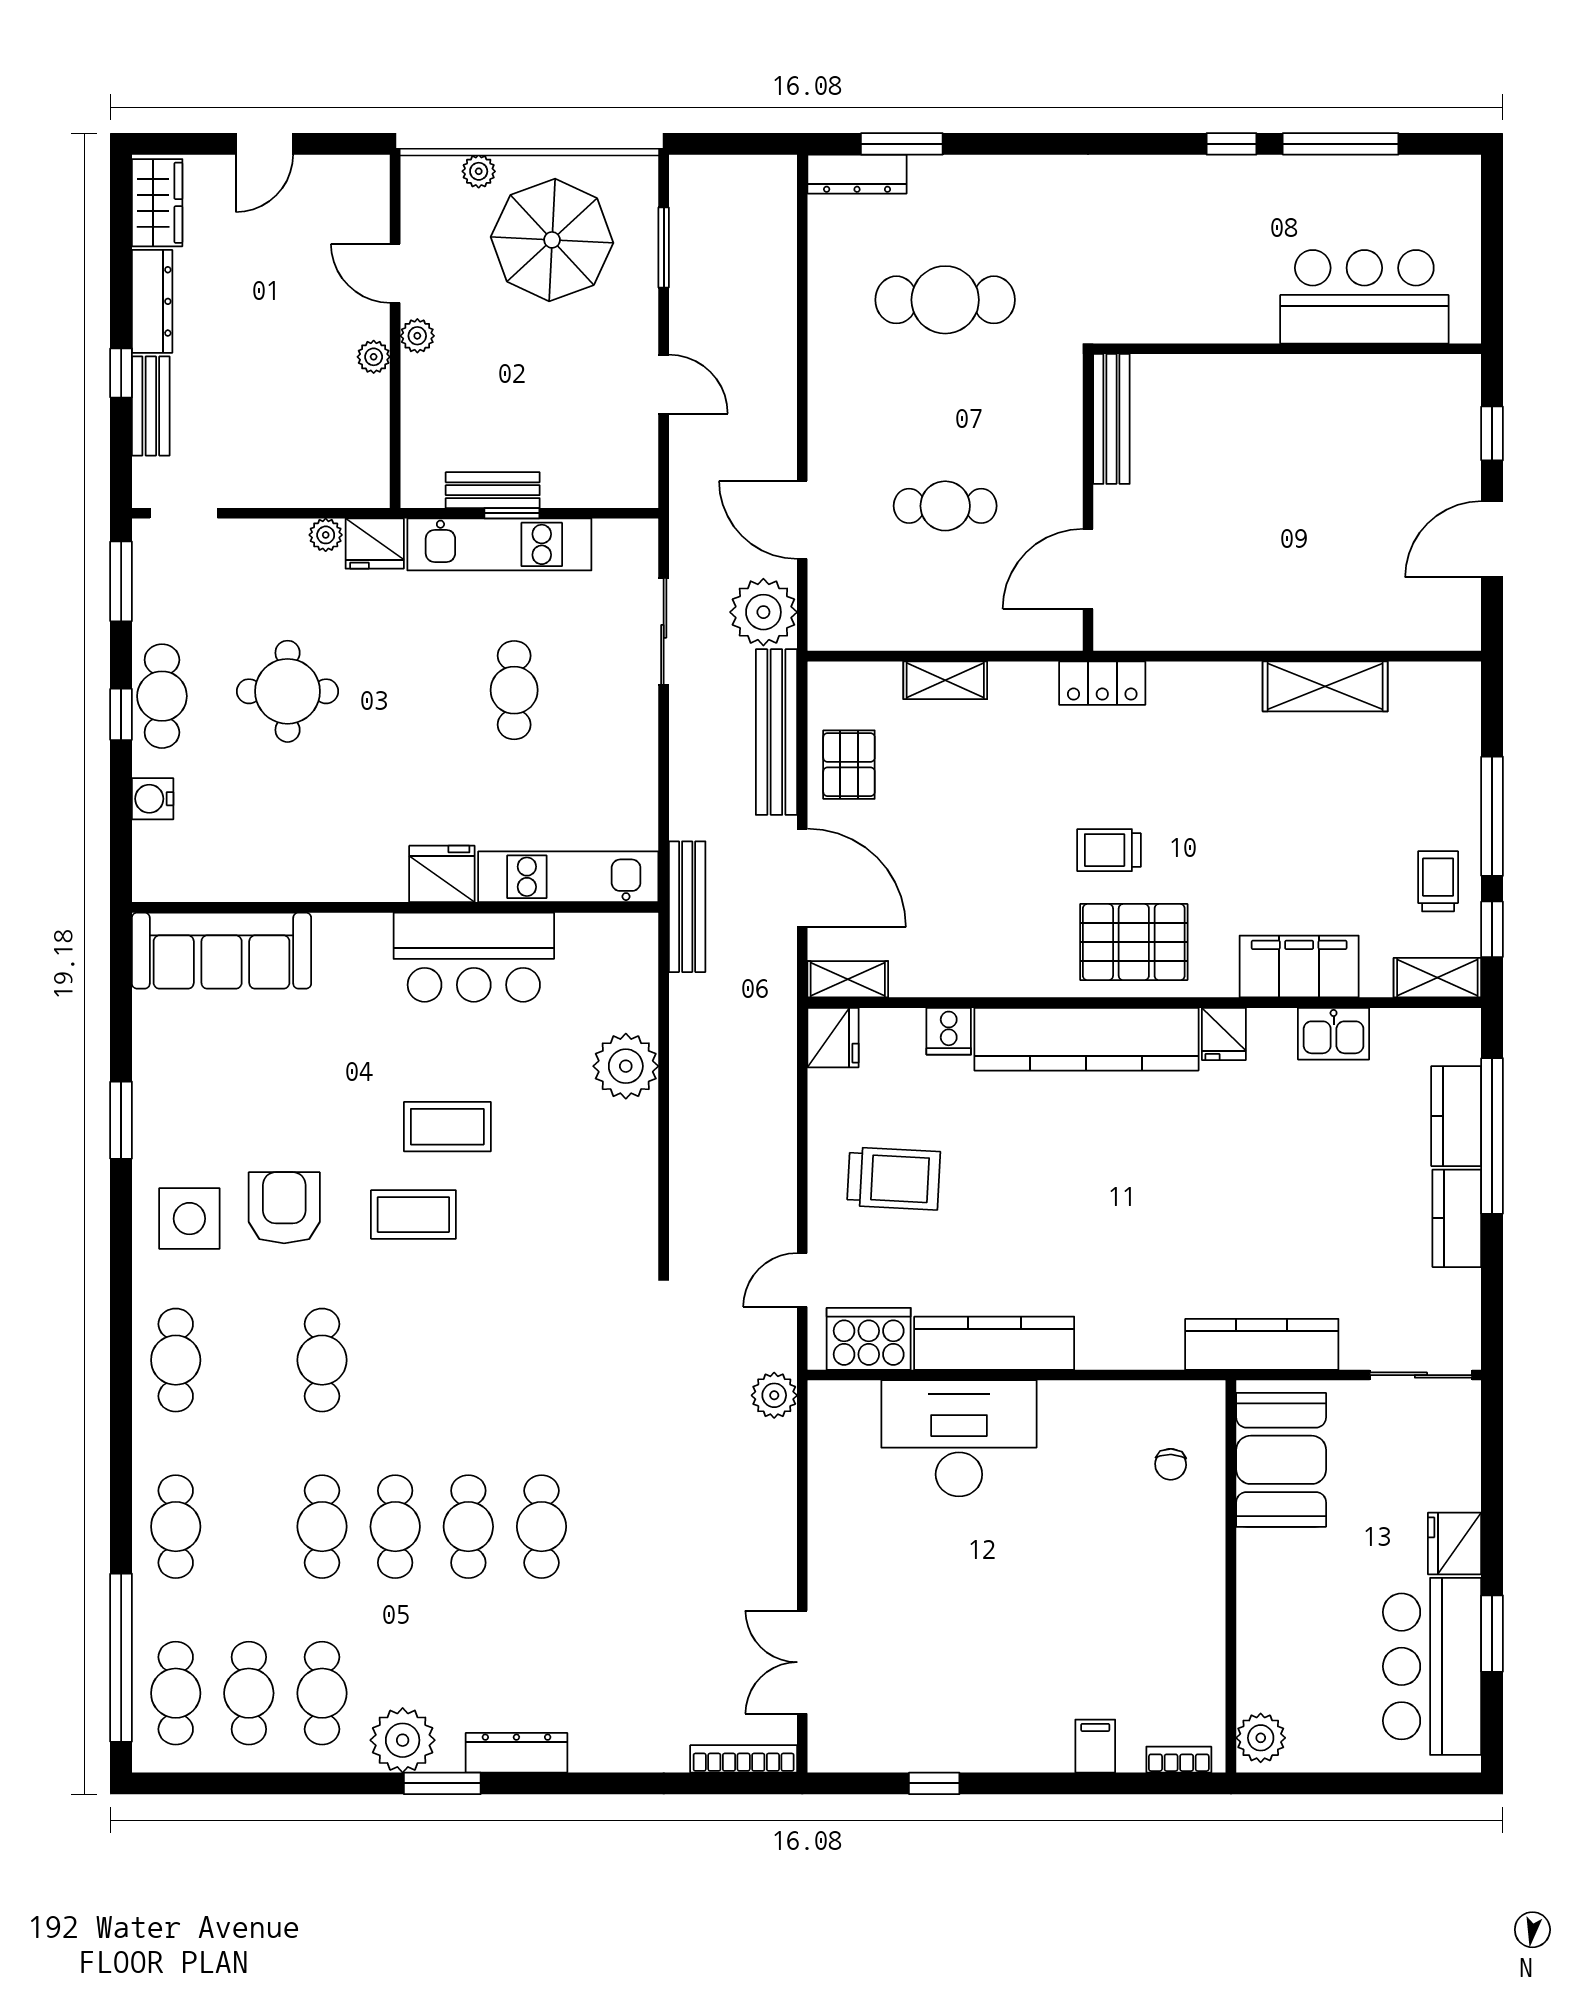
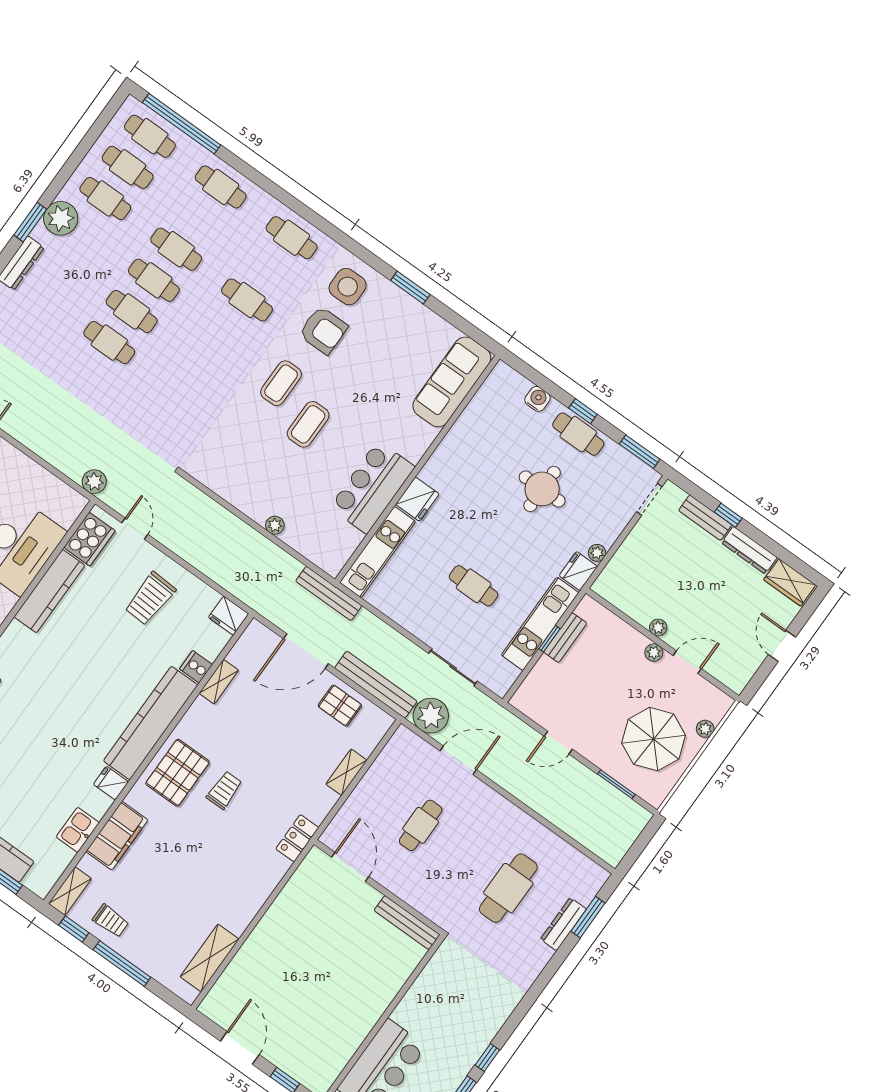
dresser: (857, 174) -> (563, 924), moved
shelving: (1325, 686) -> (210, 958), moved
shelving: (848, 979) -> (219, 682), moved
plant: (626, 1066) -> (275, 525), width x0.53, depth x0.53

